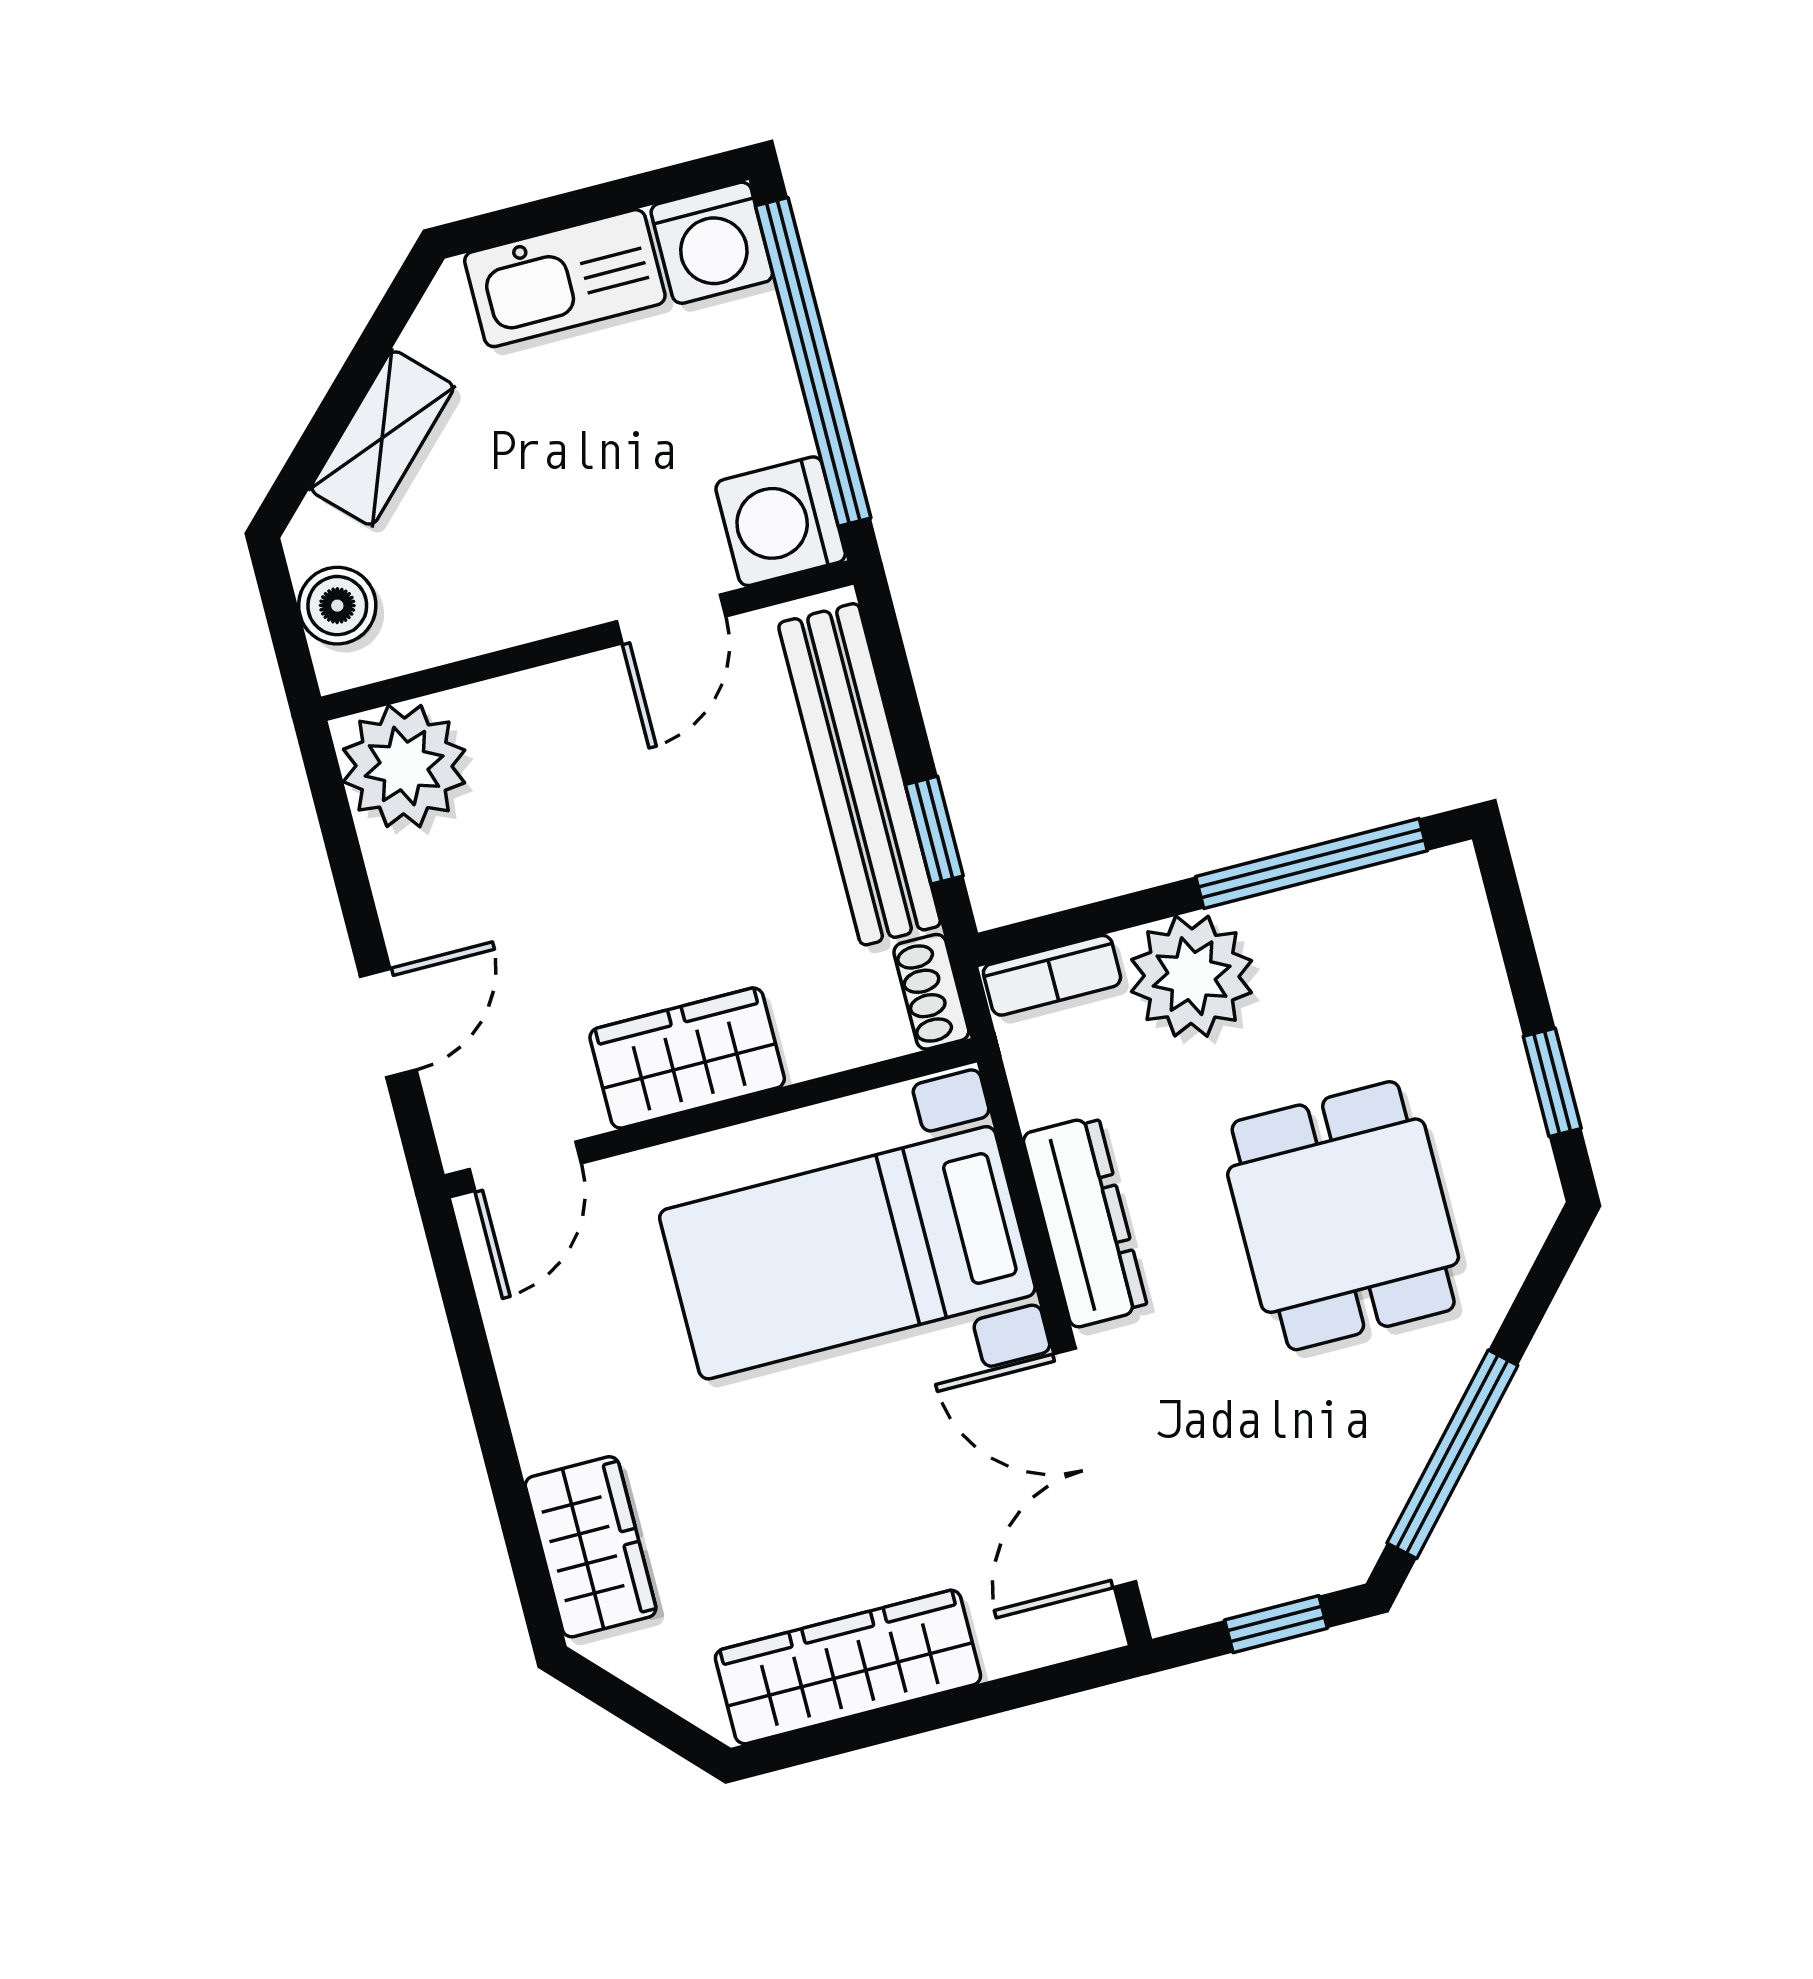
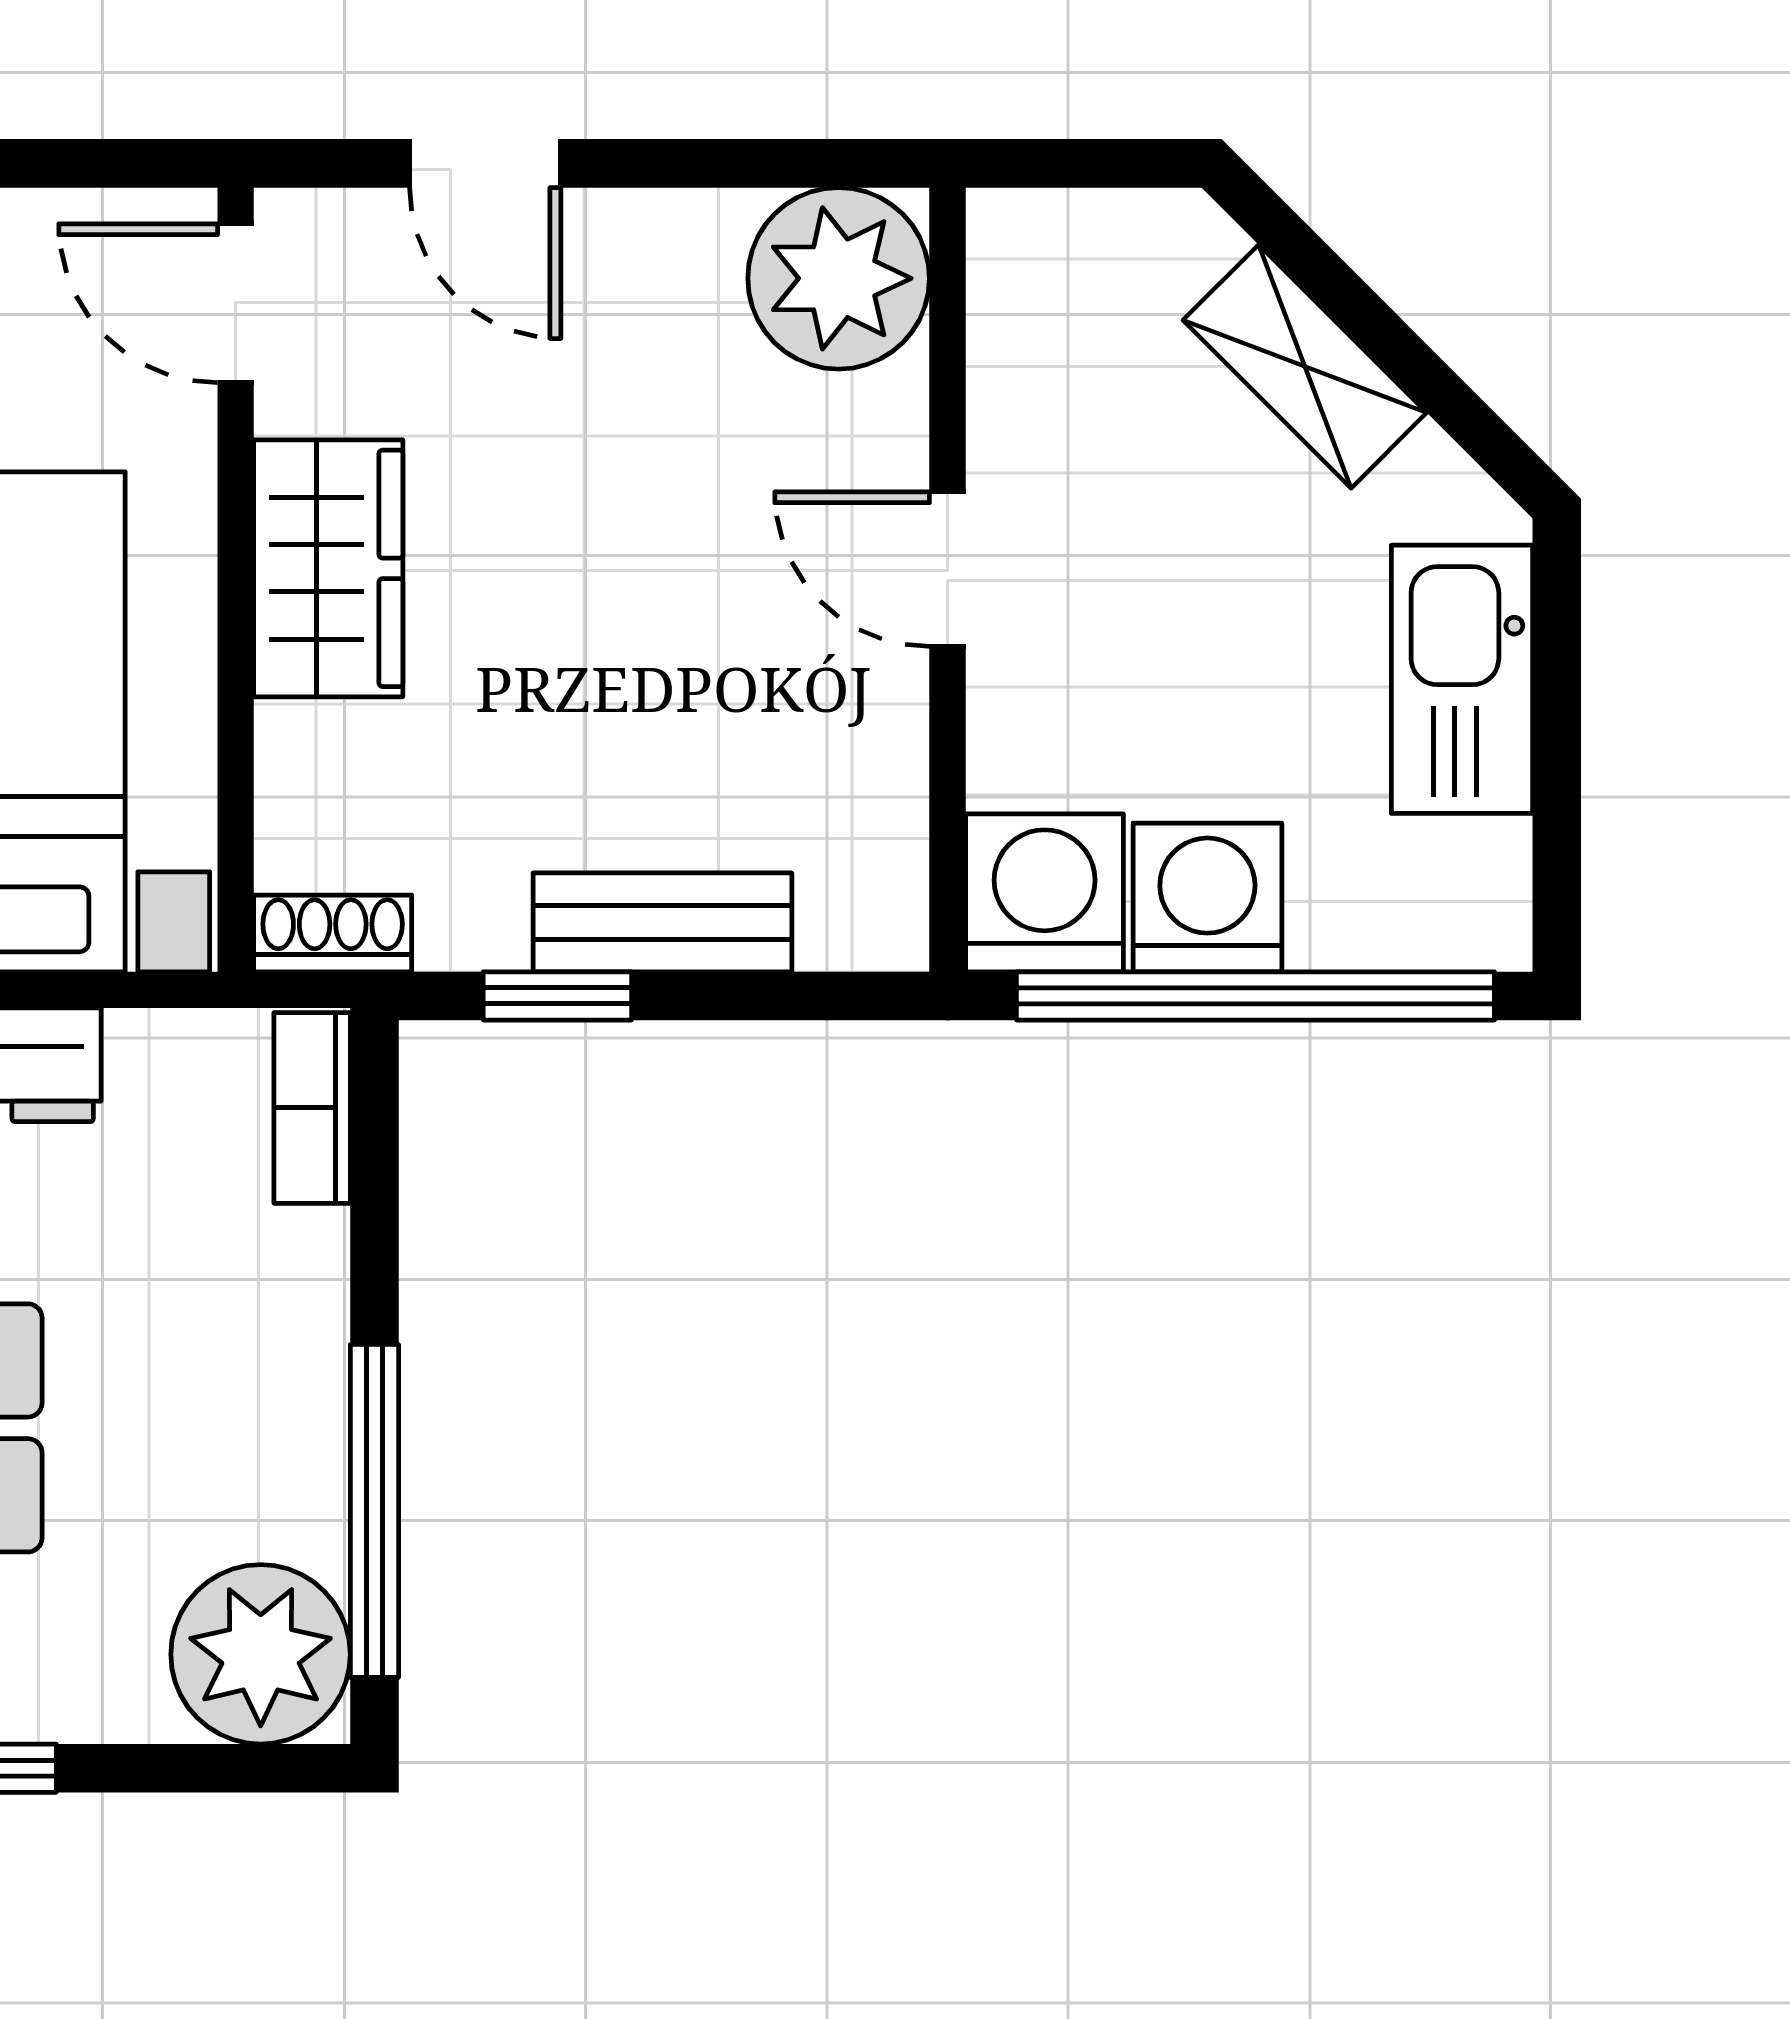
washing machine: (712, 243) -> (1207, 897), moved, turned 90
boiler: (337, 606) -> (1087, 243), removed
door: (671, 619) -> (948, 569), moved
bench: (860, 774) -> (662, 922), width x0.54, depth x0.82
plant: (1192, 976) -> (261, 1654), moved

